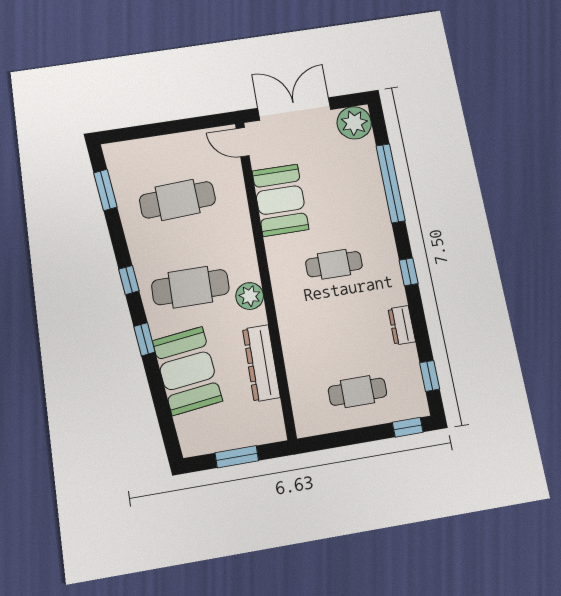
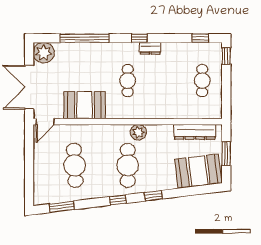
dresser: (402, 325) -> (150, 48), moved
dresser: (261, 363) -> (195, 132), moved
booth: (187, 371) -> (198, 171), moved

